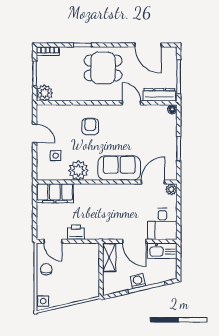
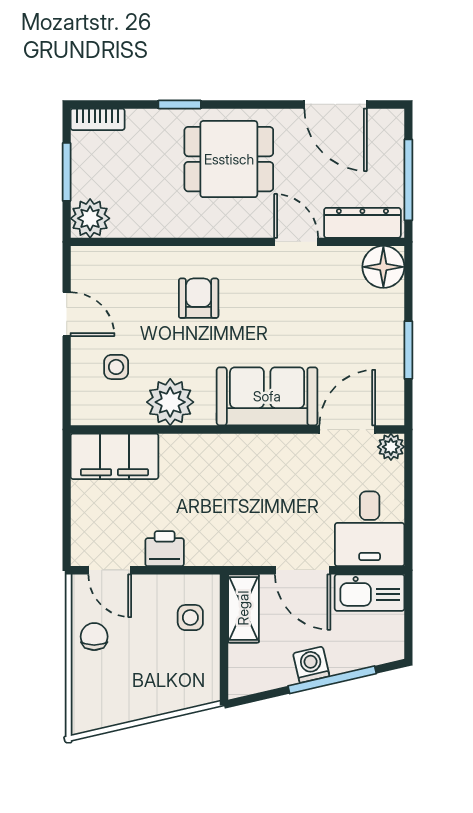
floor lamp: (172, 109) -> (383, 267), width x1.89, depth x1.89
side table: (43, 301) -> (190, 618), moved

